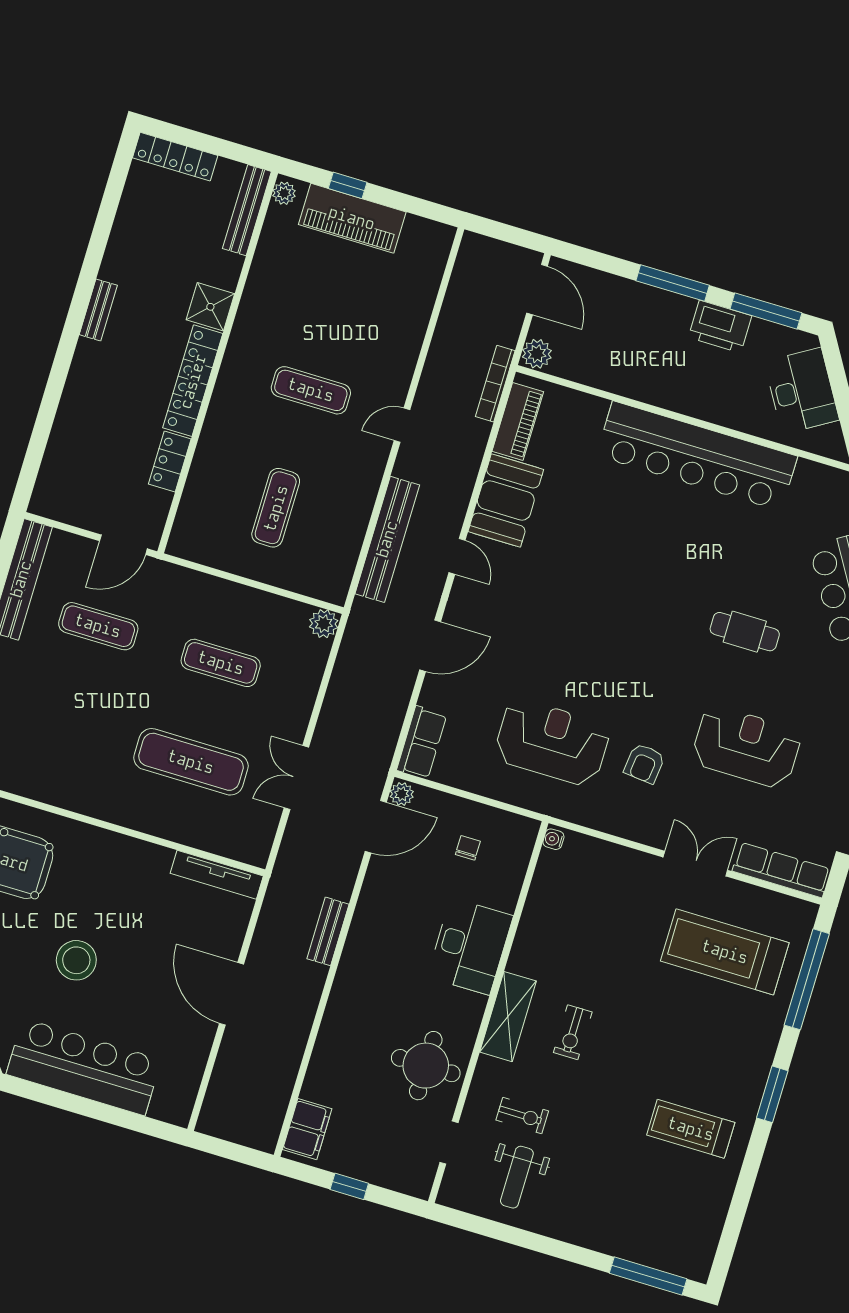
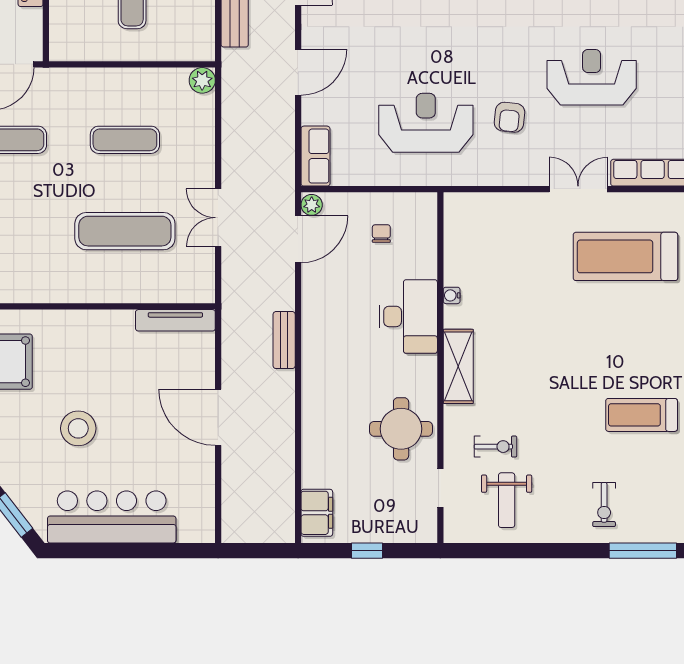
water cooler: (553, 839) -> (452, 295), moved
exercise bike: (573, 1032) -> (604, 504), moved

